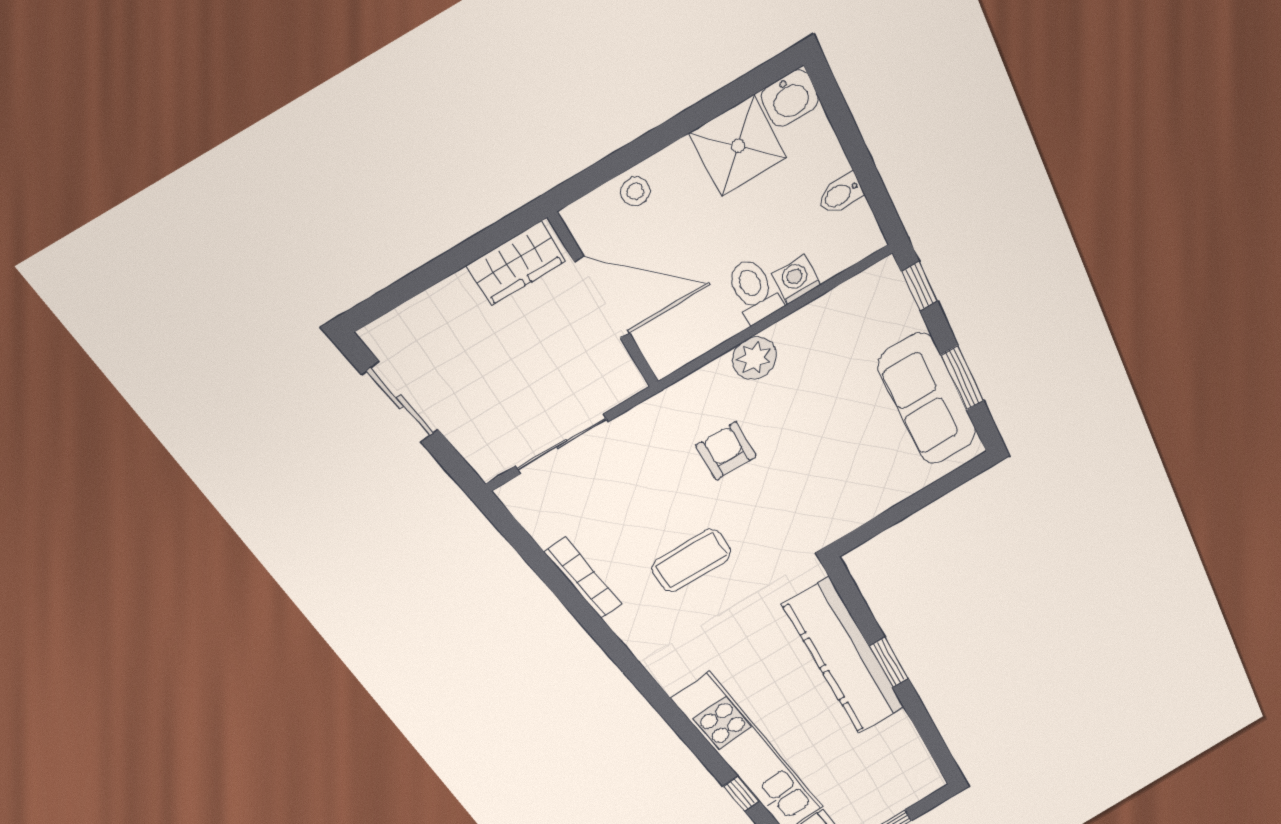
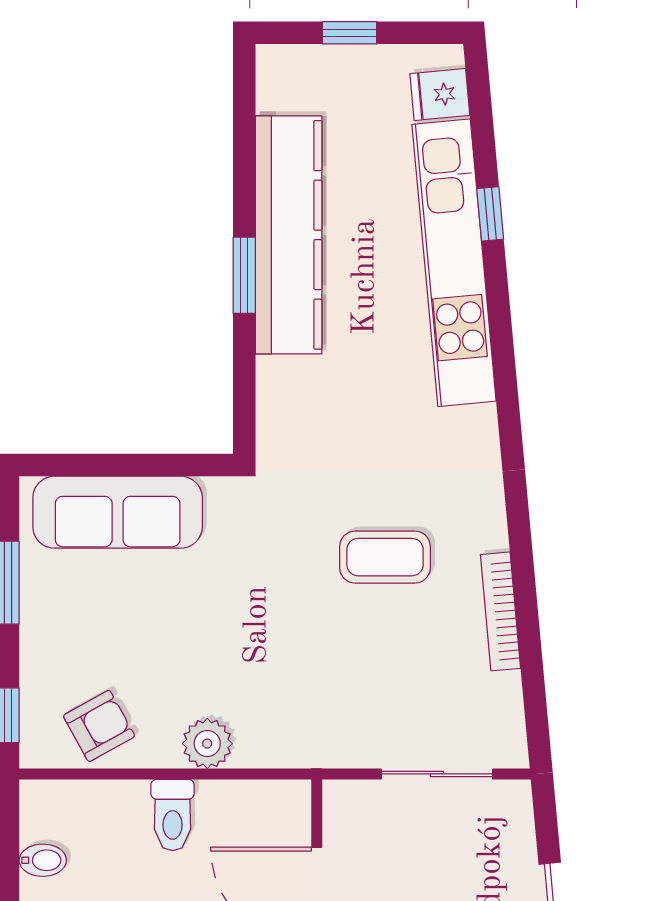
washing machine: (796, 279) -> (126, 800), removed
sofa: (927, 399) -> (118, 512), moved, turned 90
armchair: (726, 451) -> (99, 726), moved, turned -119
kitchen counter: (845, 657) -> (289, 235), moved

